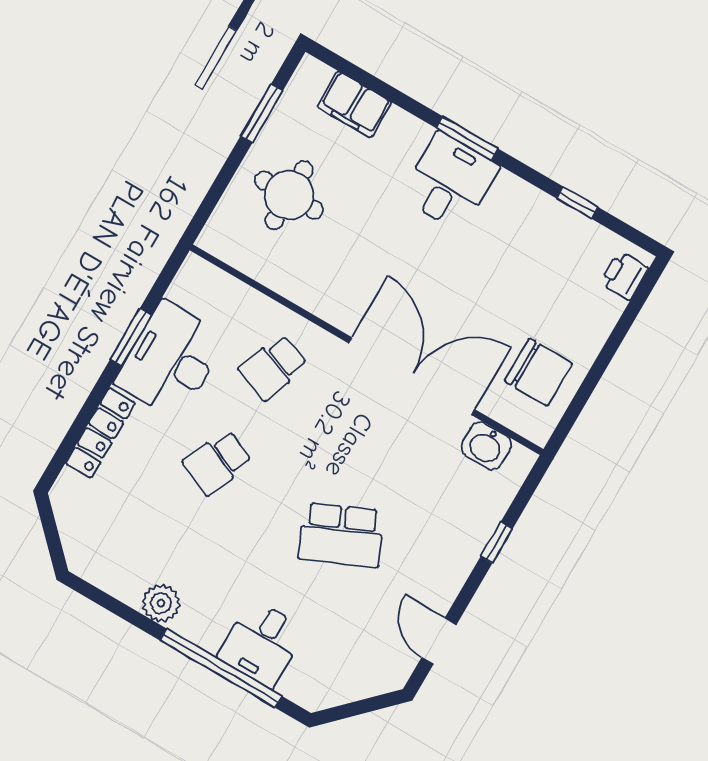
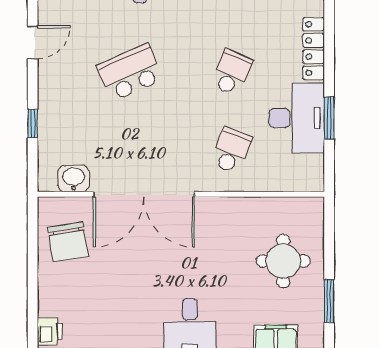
chair: (538, 372) -> (68, 242), turned -99
door: (439, 641) -> (33, 42), hinge flipped

